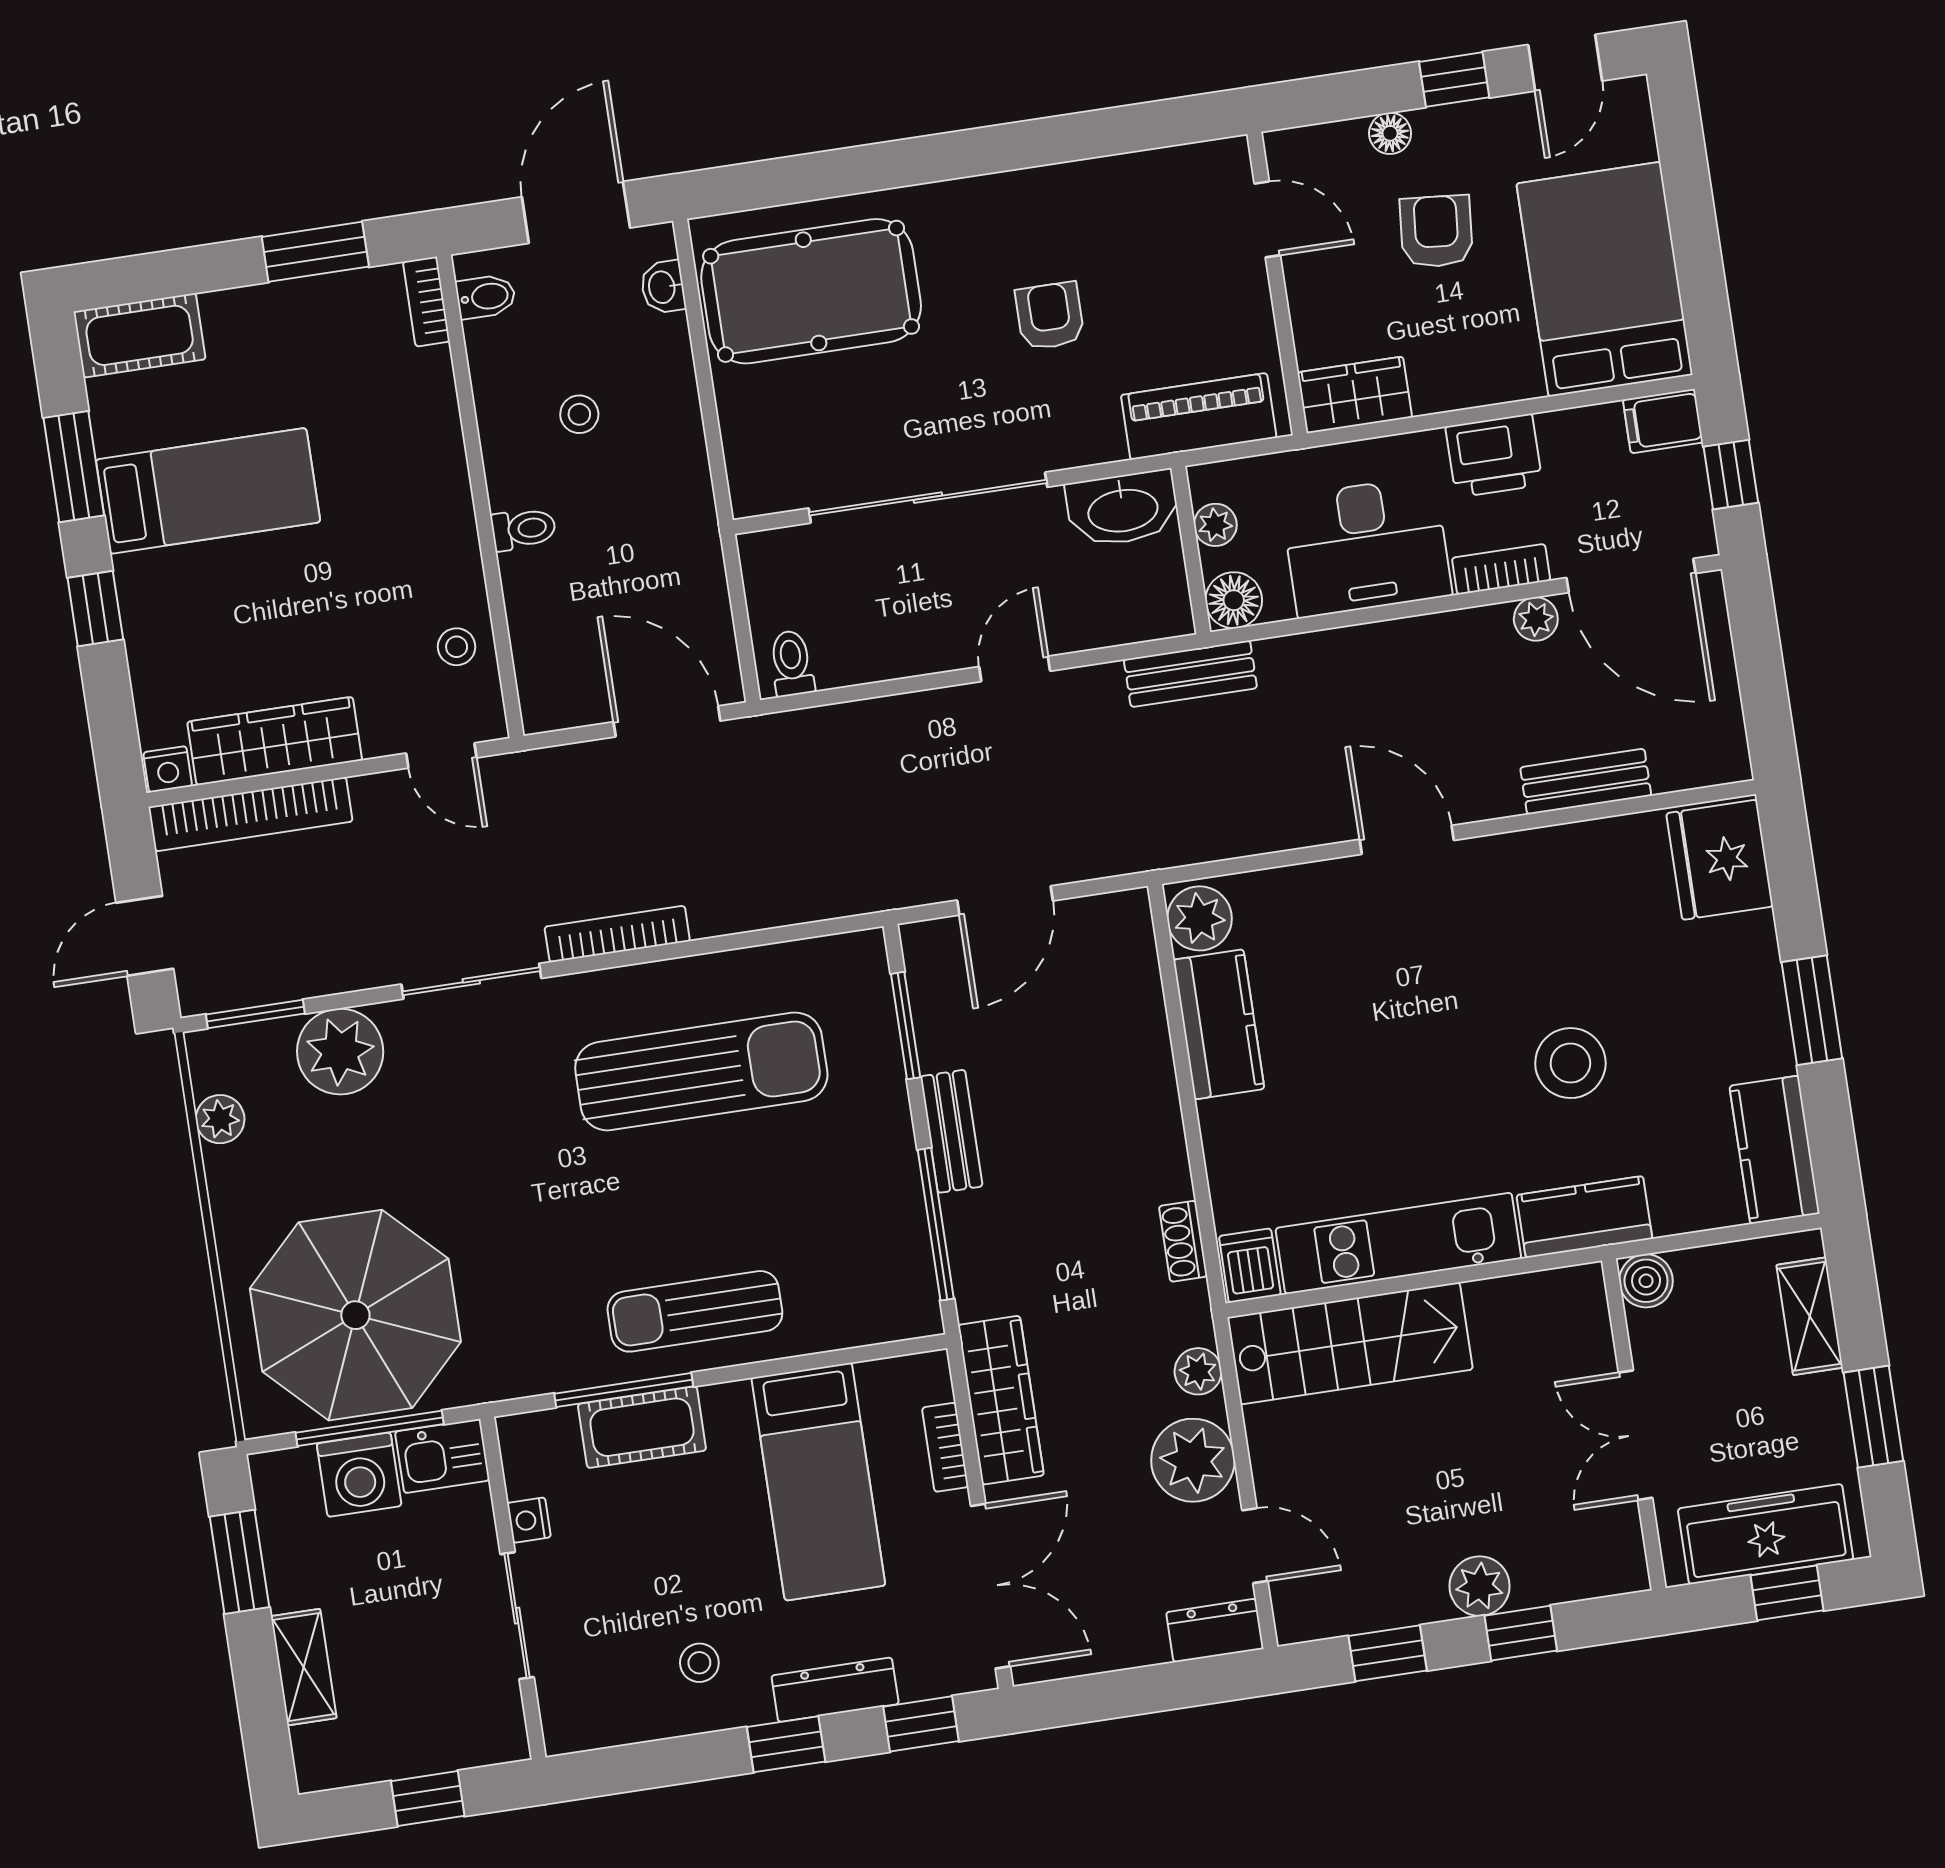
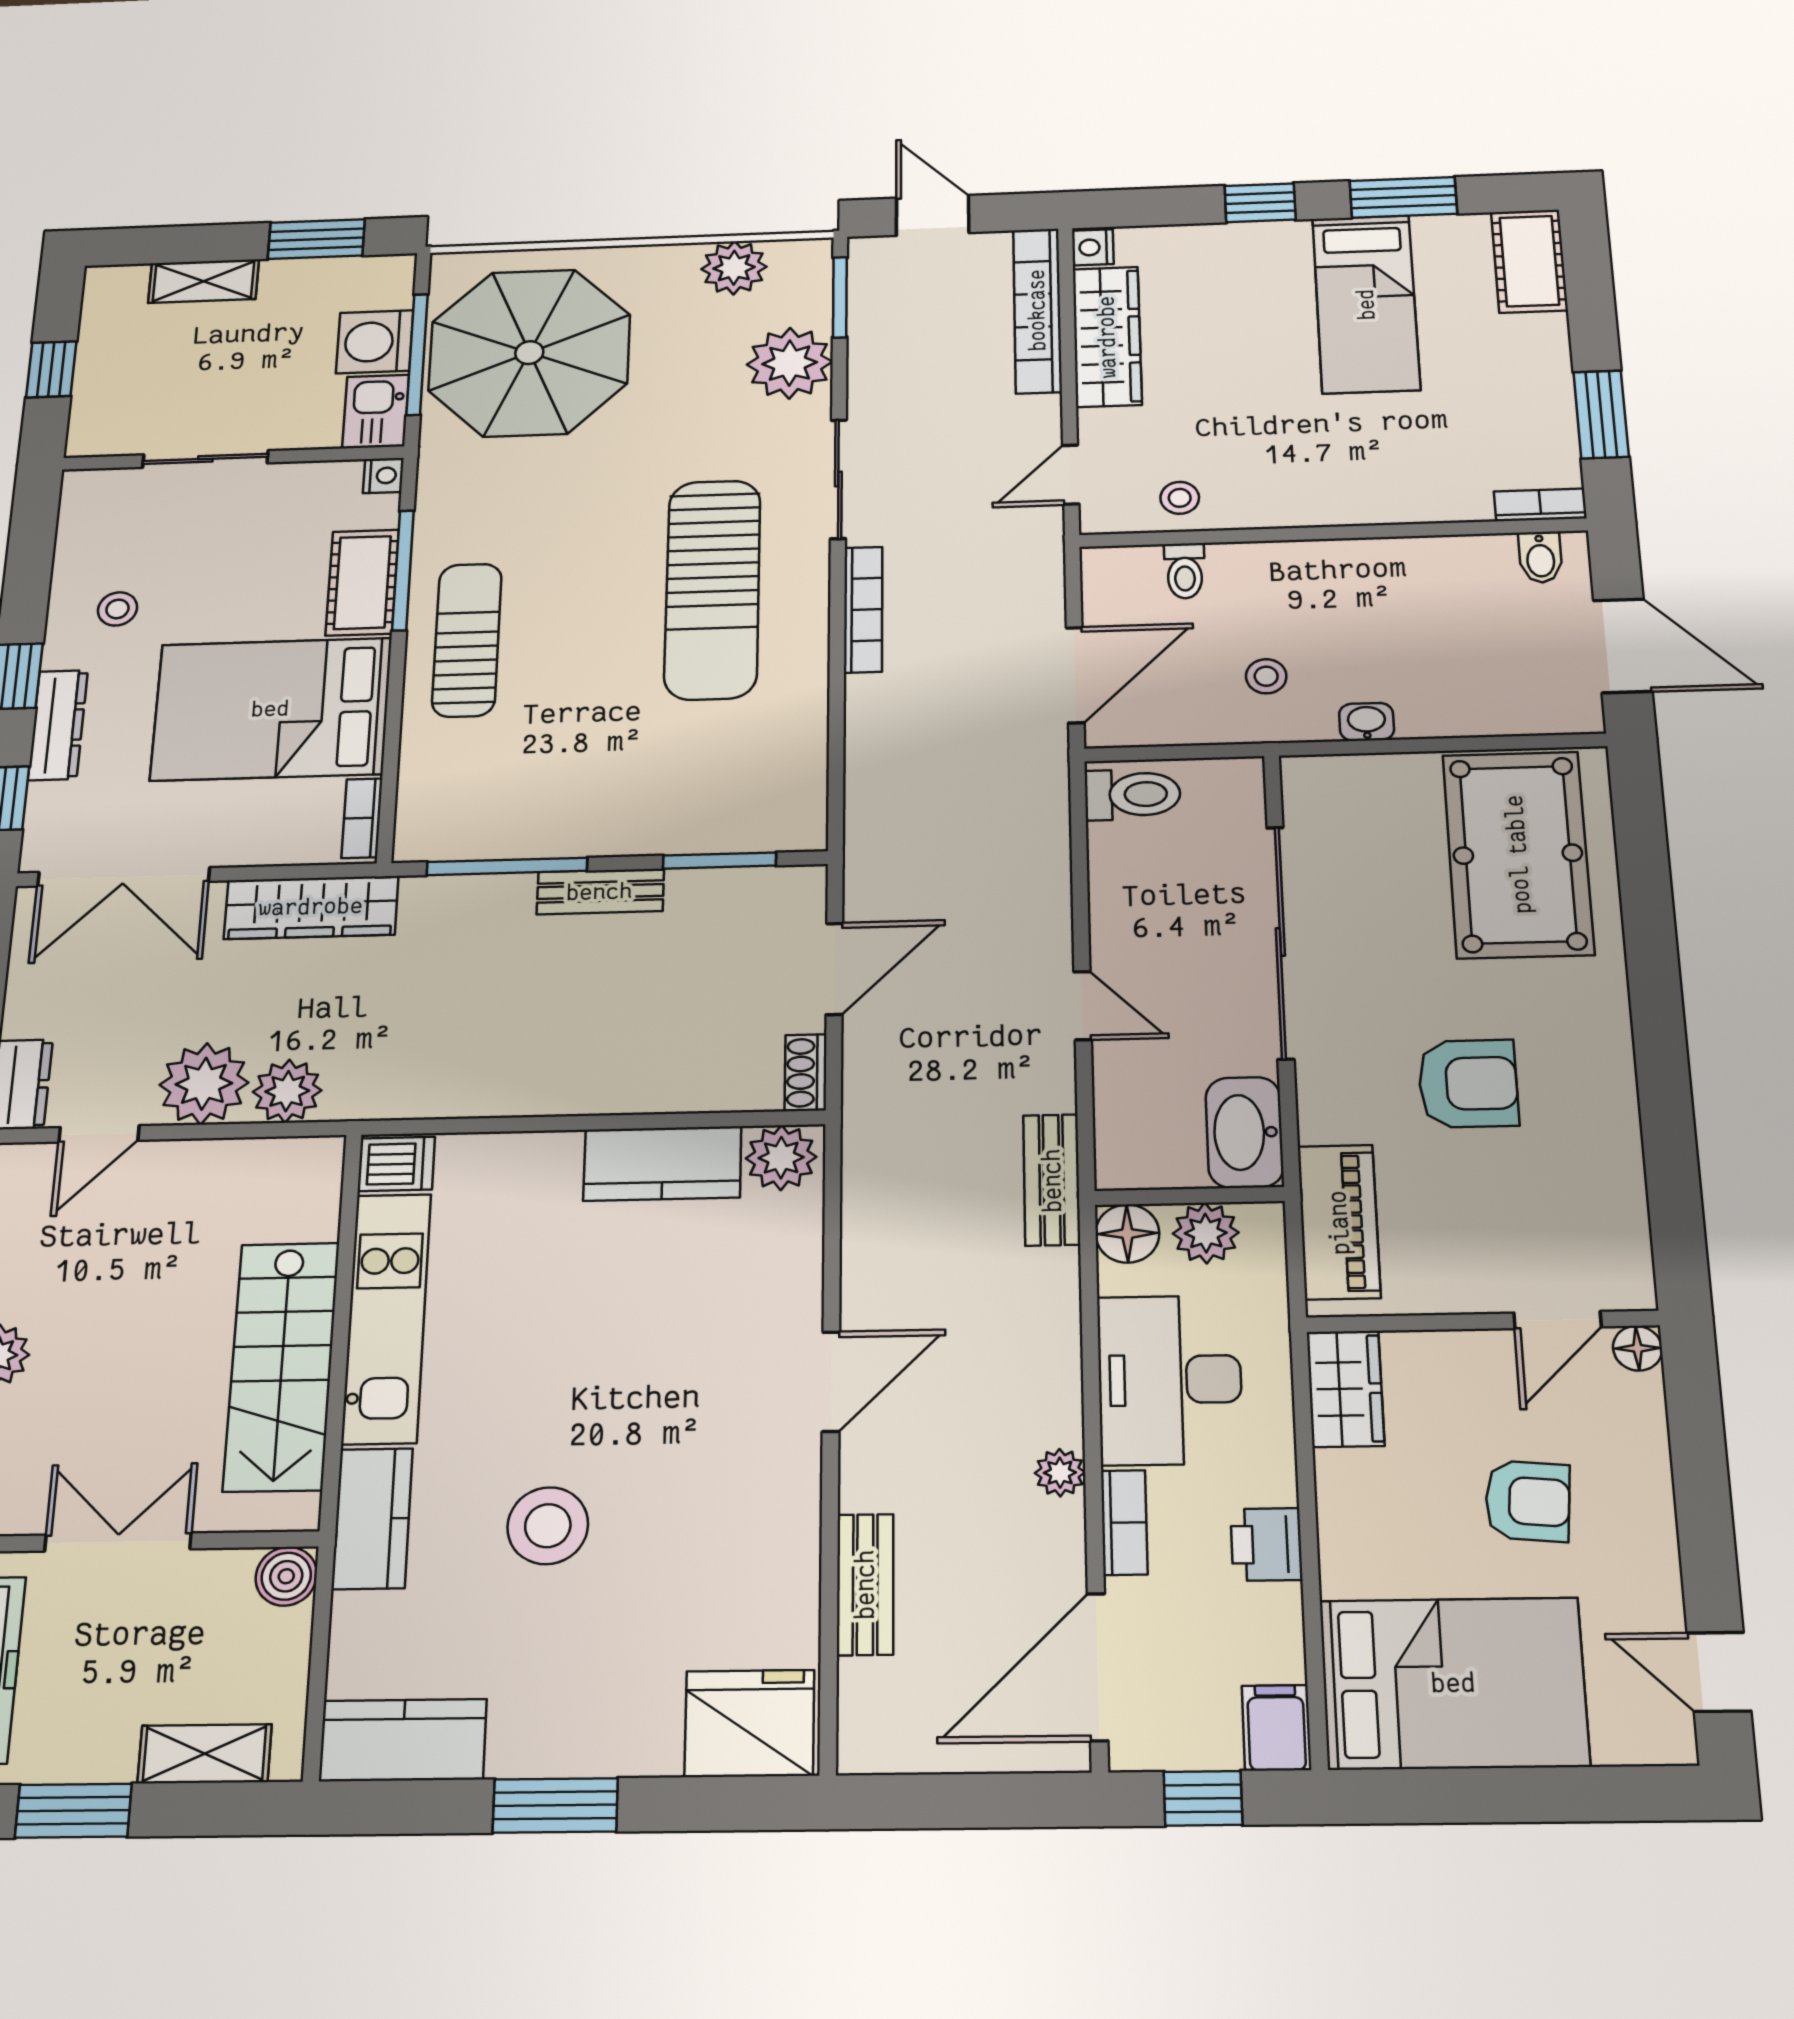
window: (1454, 80) -> (1707, 1544), removed
floor lamp: (1390, 133) -> (1638, 1348), moved
washbasin: (663, 287) -> (1367, 722), moved
armchair: (1050, 316) -> (1468, 1084), width x1.38, depth x1.38
stool: (579, 414) -> (1266, 676), moved
printer: (1494, 456) -> (1266, 1544), width x0.73, depth x0.81
plant: (1215, 525) -> (1206, 1233), width x1.38, depth x1.38
toilet: (523, 529) -> (1185, 571), moved
plant: (1536, 619) -> (1060, 1473), moved
toilet: (792, 663) -> (1133, 794), width x1.37, depth x1.39
door: (1005, 901) -> (834, 969), swing flipped
sun lounger: (701, 1071) -> (713, 589), moved
plant: (220, 1119) -> (734, 268), width x1.38, depth x1.38
shoe rack: (1183, 1241) -> (806, 1073), moved, turned -90
stairs: (1350, 1343) -> (282, 1366), moved
plant: (1198, 1371) -> (287, 1091), width x1.38, depth x1.38
bookcase: (945, 1447) -> (362, 818), moved, turned -90
bed: (818, 1482) -> (271, 709), width x1.50
nightstand: (529, 1520) -> (383, 476), moved, turned 90

